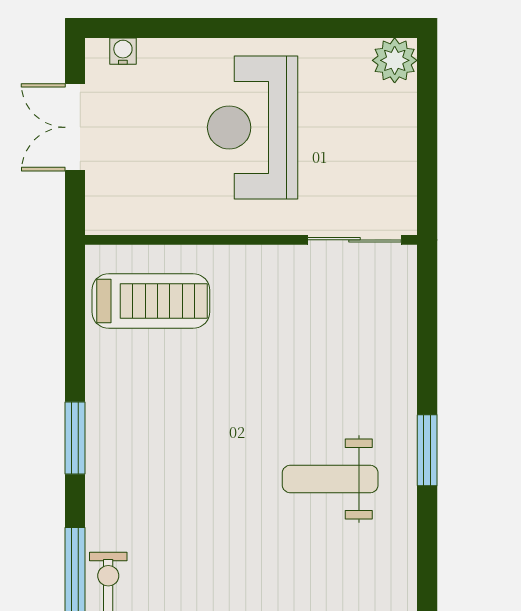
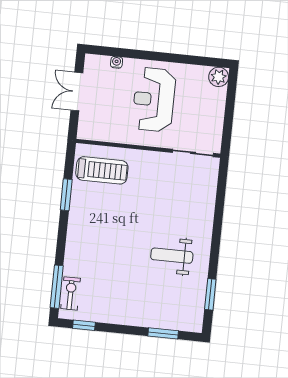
water cooler: (123, 51) -> (117, 62), moved
window: (75, 438) -> (66, 195), moved
window: (427, 450) -> (210, 294), moved

